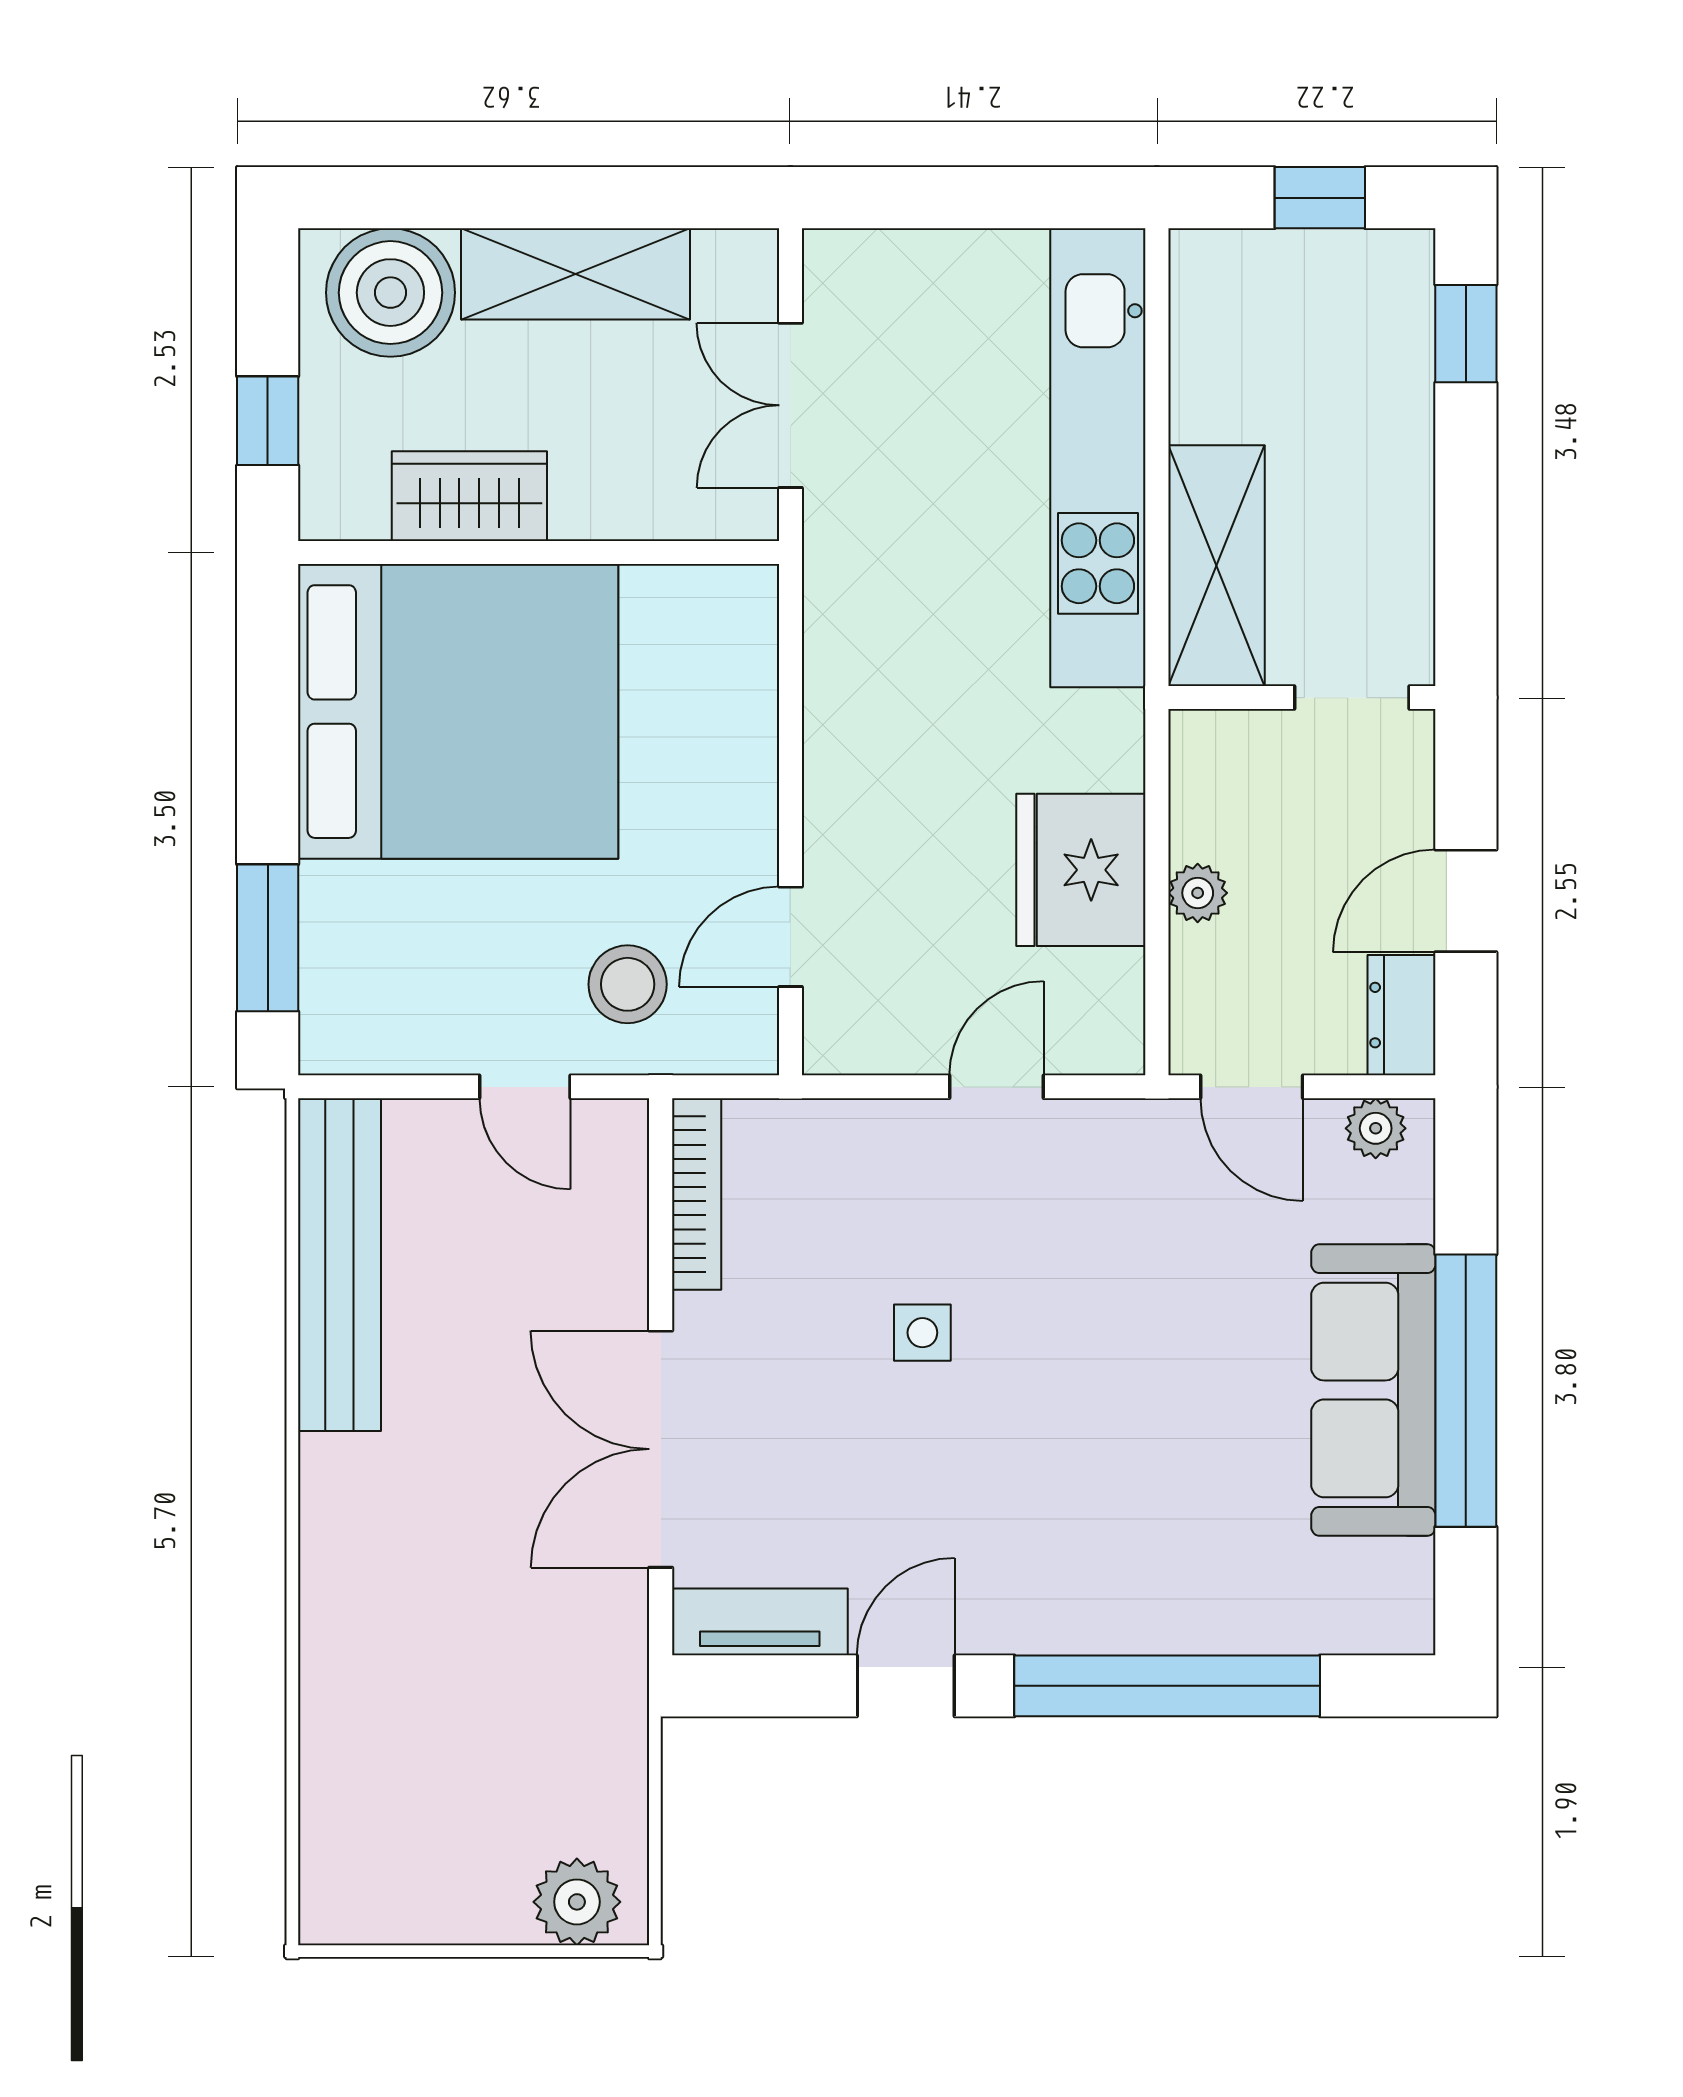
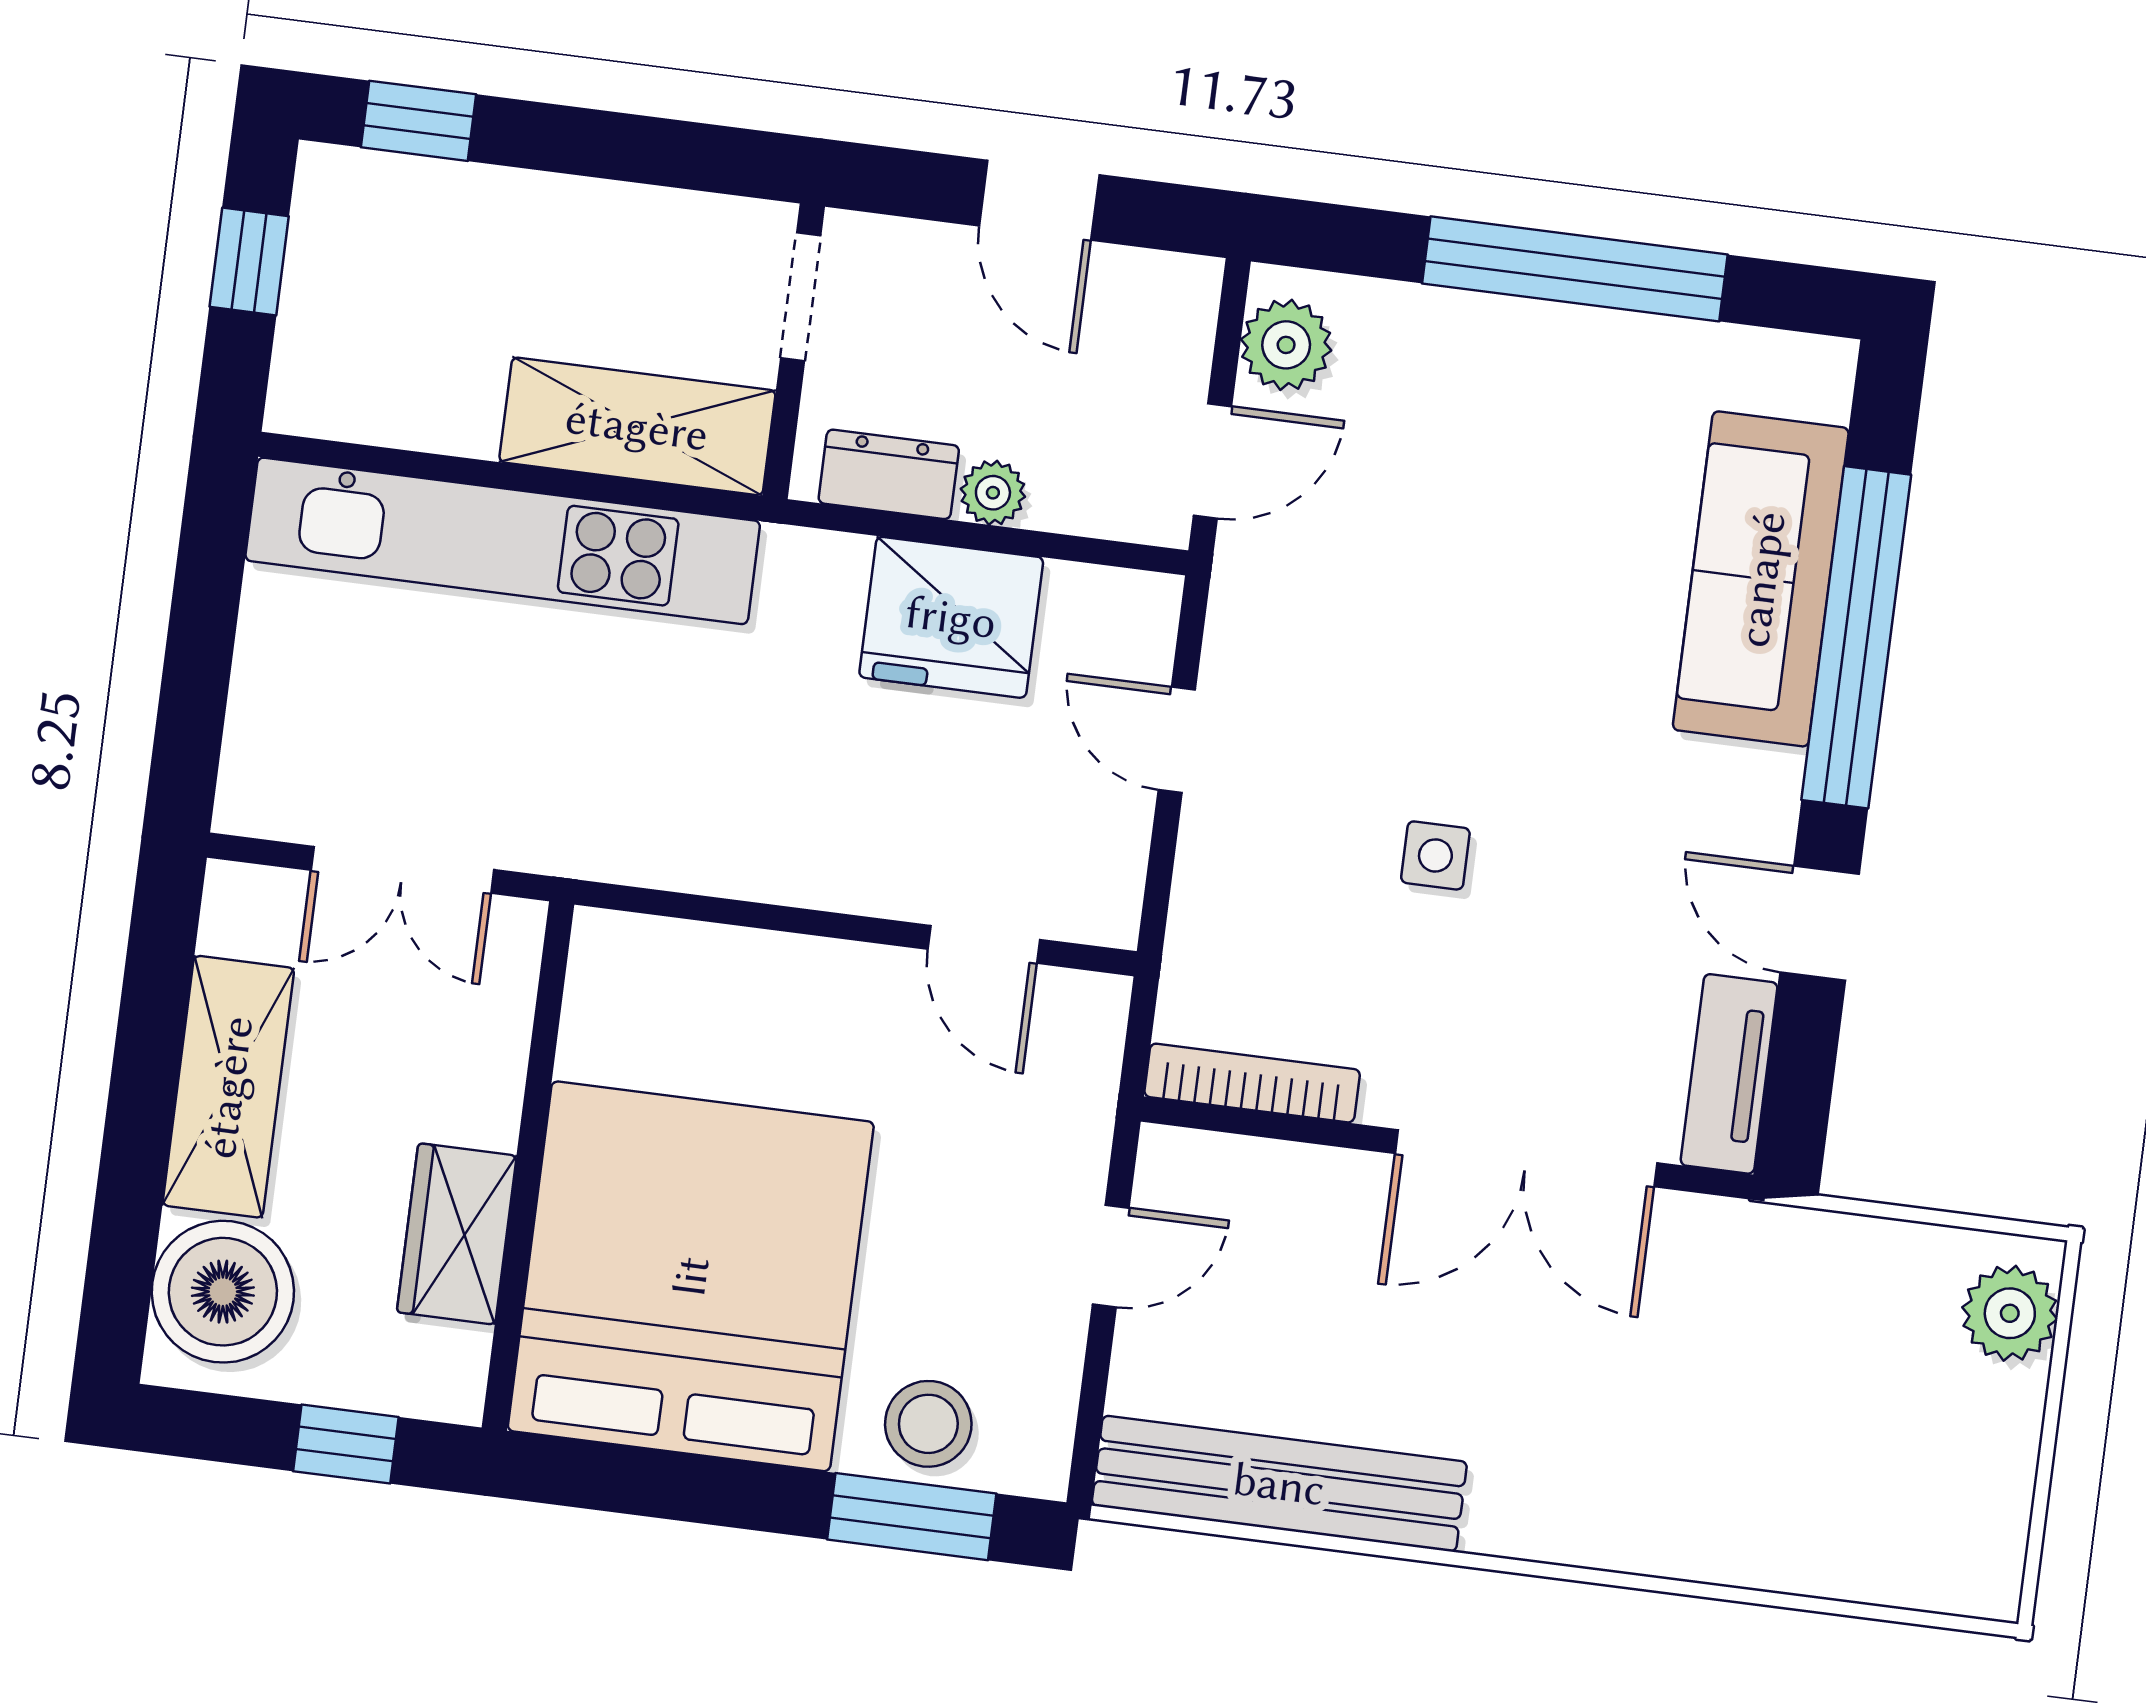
stool: (628, 984) -> (928, 1424), moved
dresser: (1402, 1015) -> (889, 474), moved, turned 180
plant: (1376, 1128) -> (1286, 345), width x1.38, depth x1.38
sofa: (1373, 1390) -> (1761, 579), moved, turned 90

